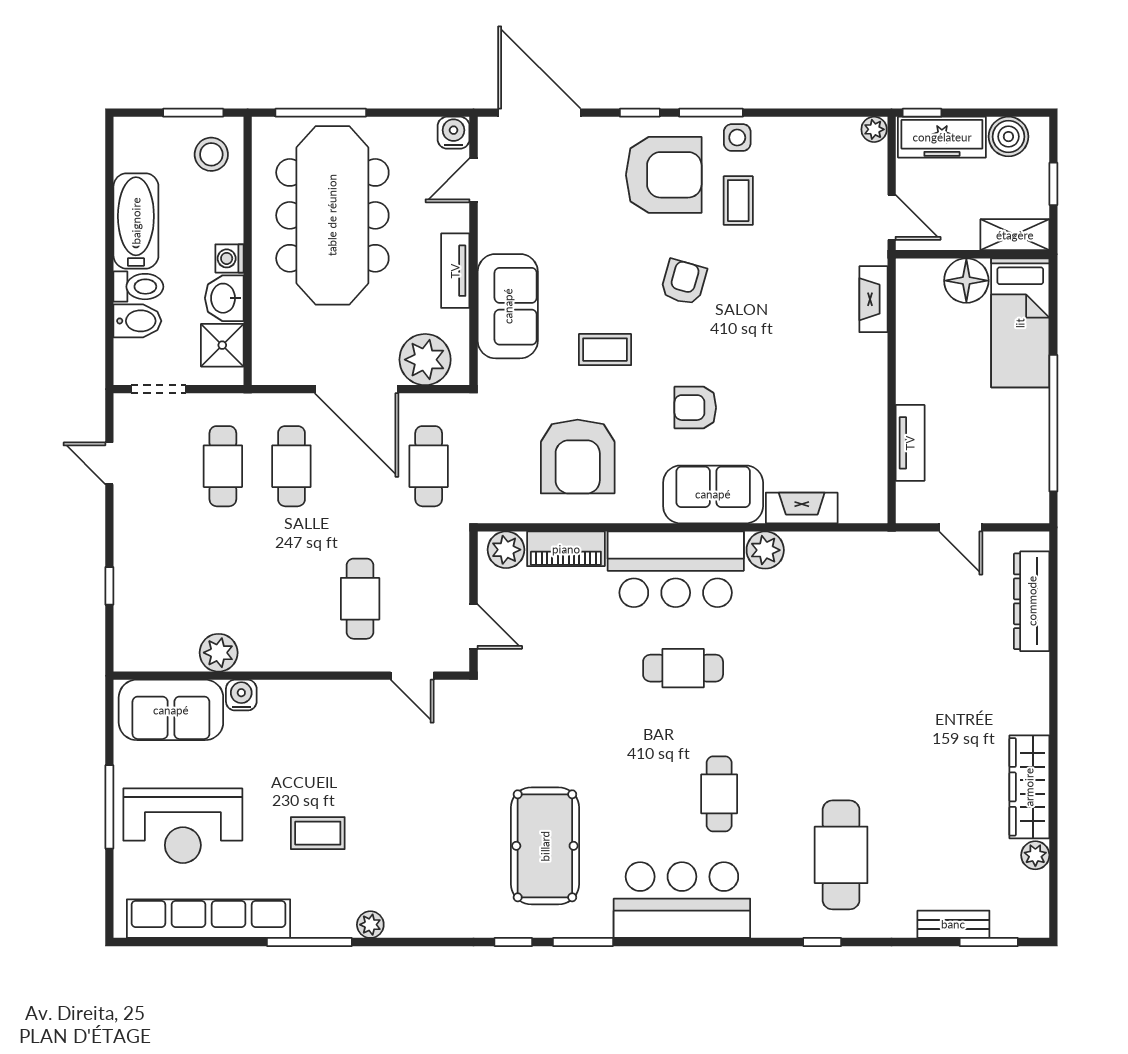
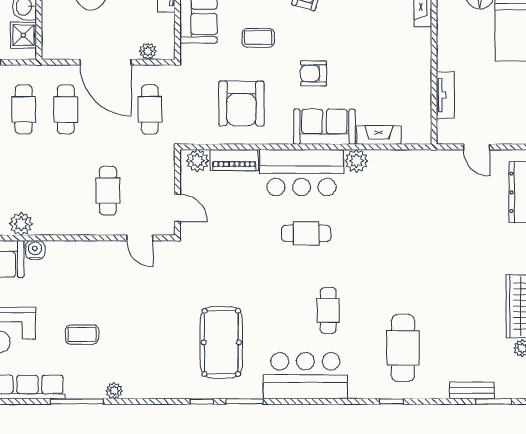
plant: (425, 360) -> (148, 51), width x0.53, depth x0.53

